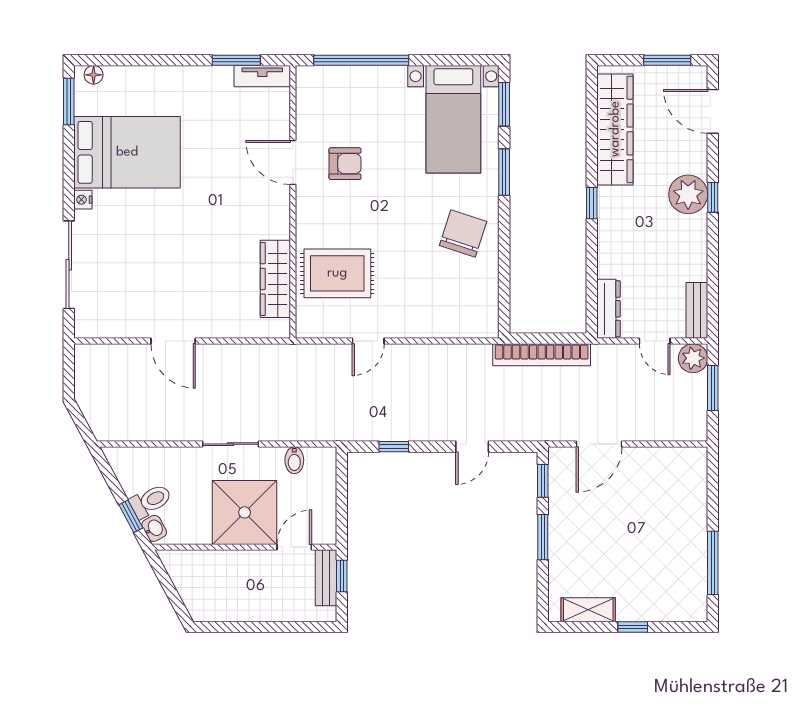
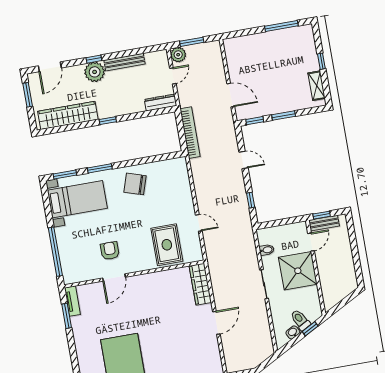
wardrobe: (275, 279) -> (200, 284), moved, turned 90
bench: (697, 310) -> (124, 62), moved, width x1.36
washbasin: (154, 528) -> (293, 332), moved
door: (294, 547) -> (311, 242), swing flipped

